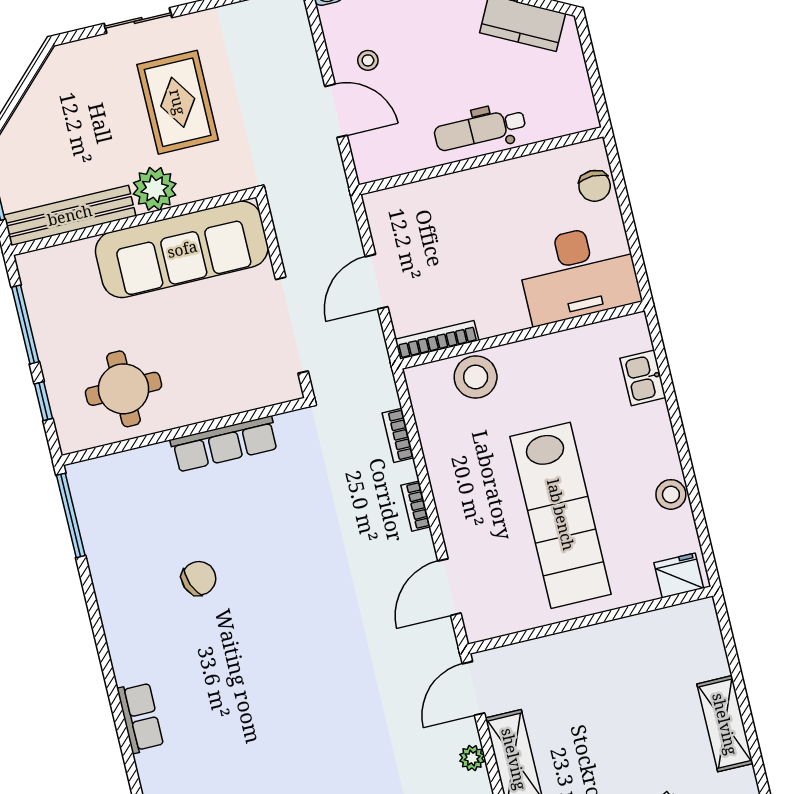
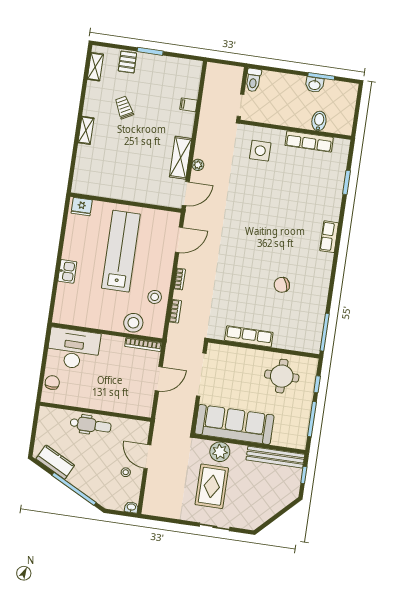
plant: (155, 189) -> (220, 452), moved
kitchen sink: (643, 378) -> (67, 271), moved
stool: (671, 494) -> (155, 297), moved
shelving: (725, 724) -> (86, 130), width x0.67, depth x0.75

